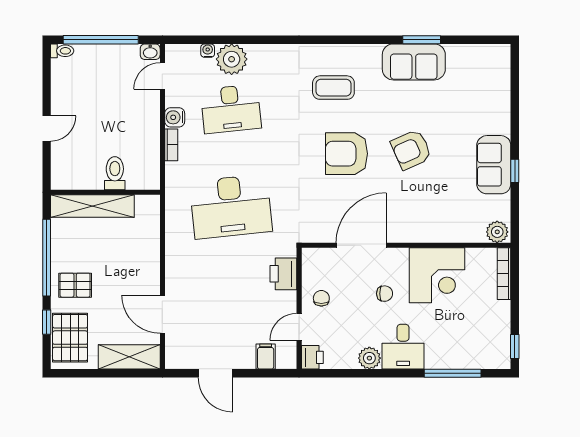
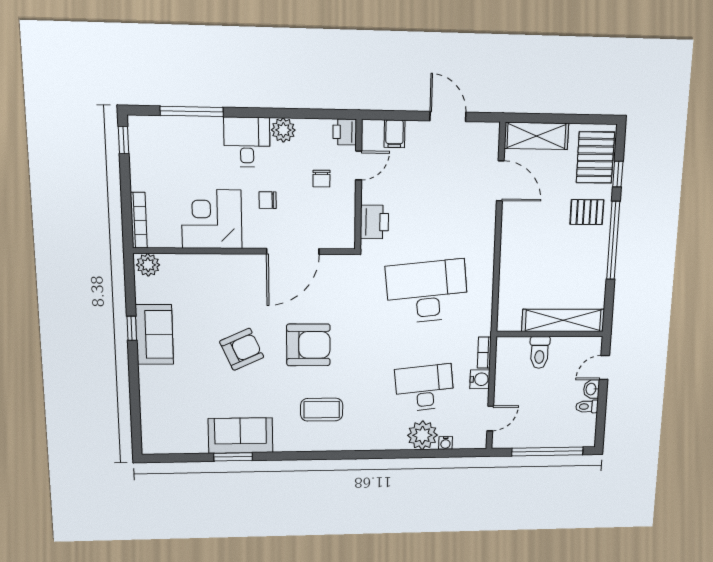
toilet: (62, 51) -> (587, 407), moved
washbasin: (150, 52) -> (591, 389), moved, turned -90
toilet: (115, 173) -> (540, 352), moved
wall: (105, 192) -> (550, 334), moved
shelving: (92, 206) -> (563, 320), moved
chair: (321, 298) -> (321, 179), moved

